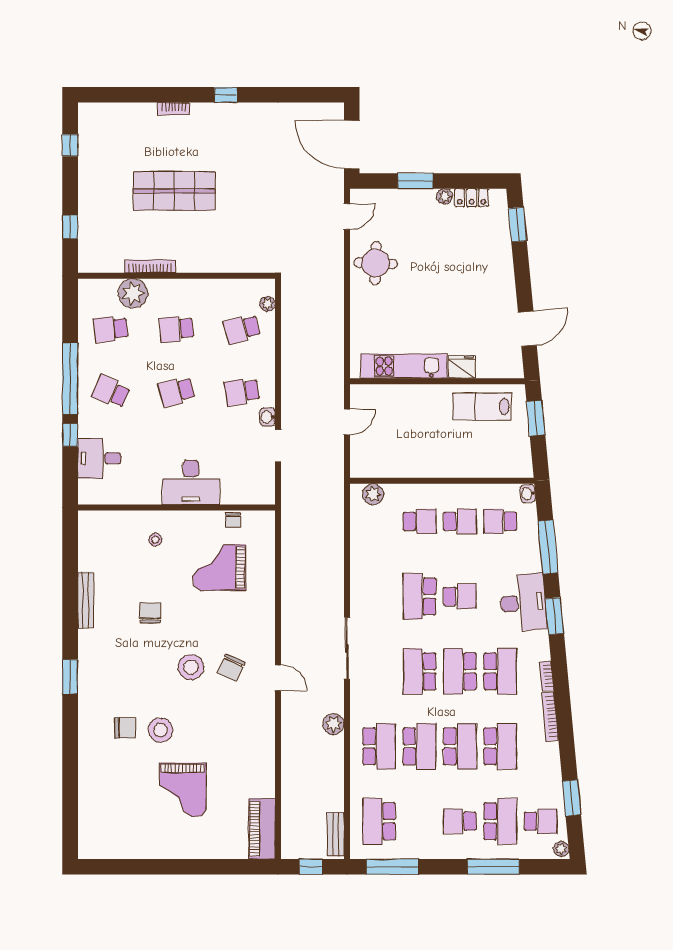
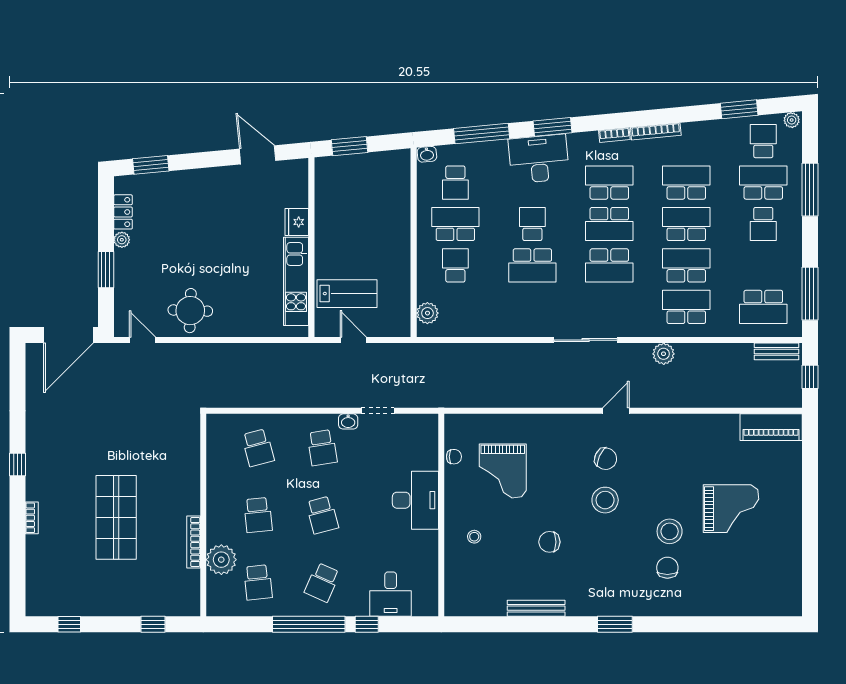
plant: (268, 304) -> (232, 421), removed
lab bench: (482, 407) -> (347, 294), moved, turned -90
school desk: (460, 521) -> (455, 224), width x1.85

